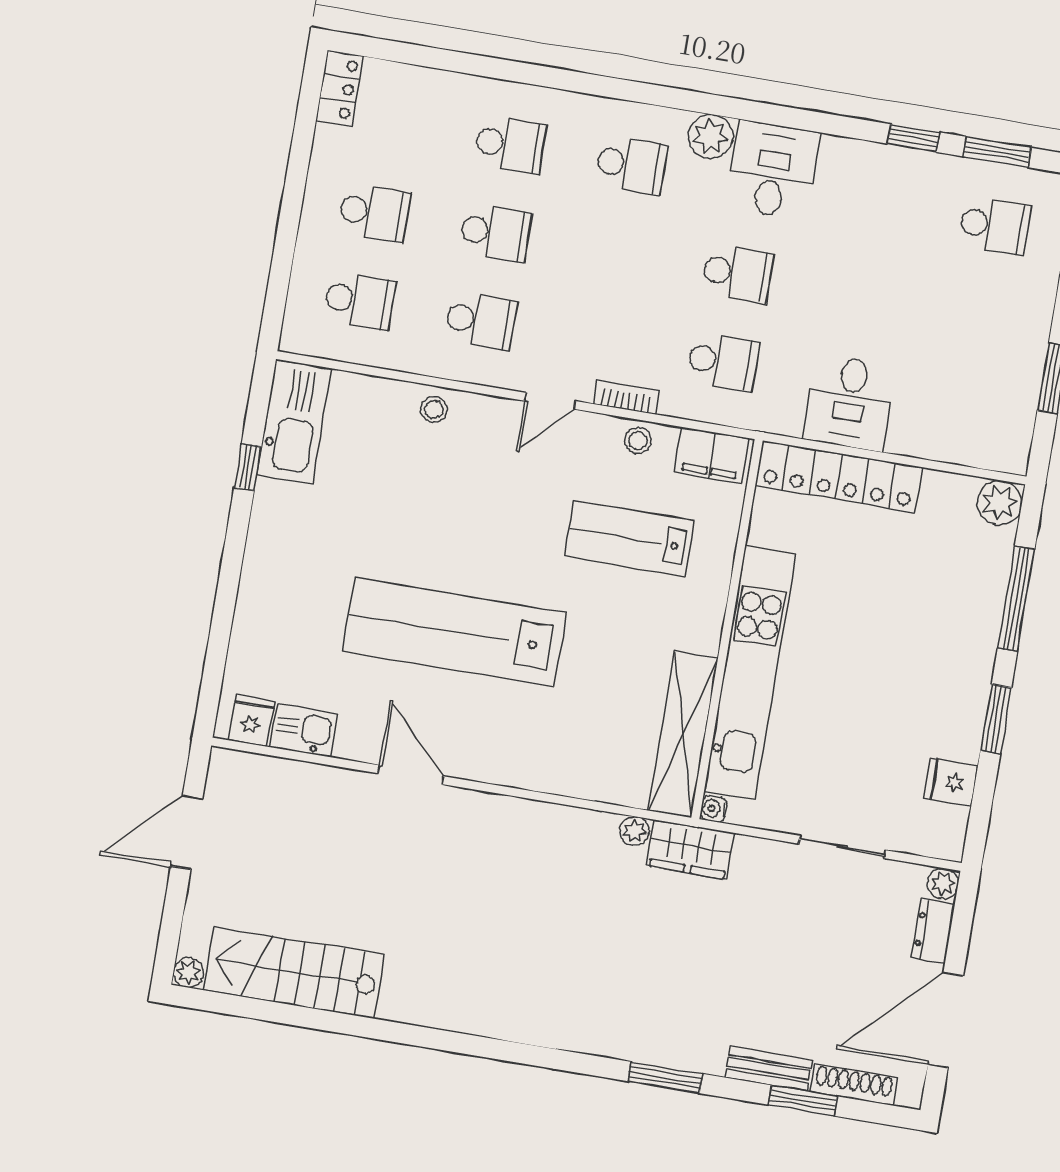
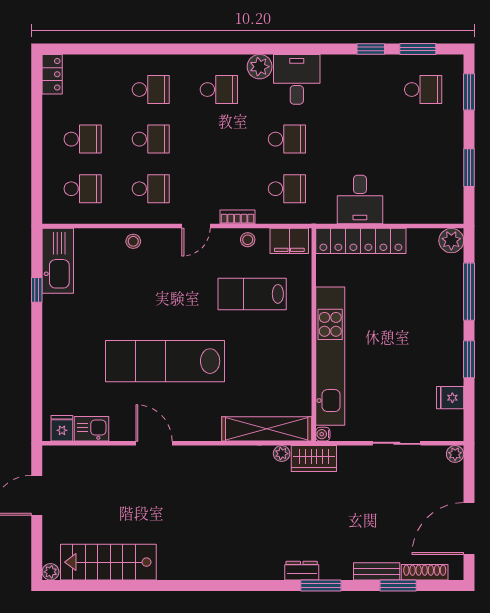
shelving: (683, 734) -> (267, 429), moved, turned 90
dresser: (933, 931) -> (302, 571), moved, turned 90

